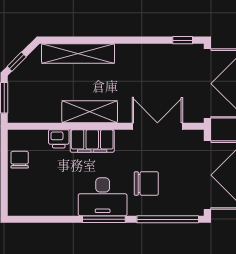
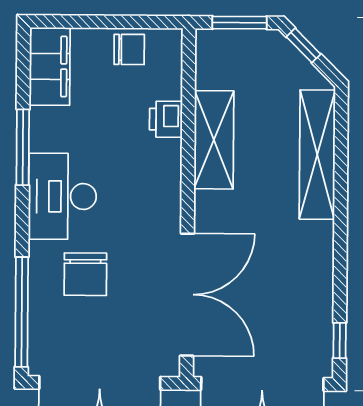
shelving: (90, 112) -> (214, 140), moved
double door: (157, 126) -> (187, 295), width x1.36
filing cabinet: (92, 141) -> (50, 66), moved, turned 180
window: (104, 219) -> (23, 147), moved

